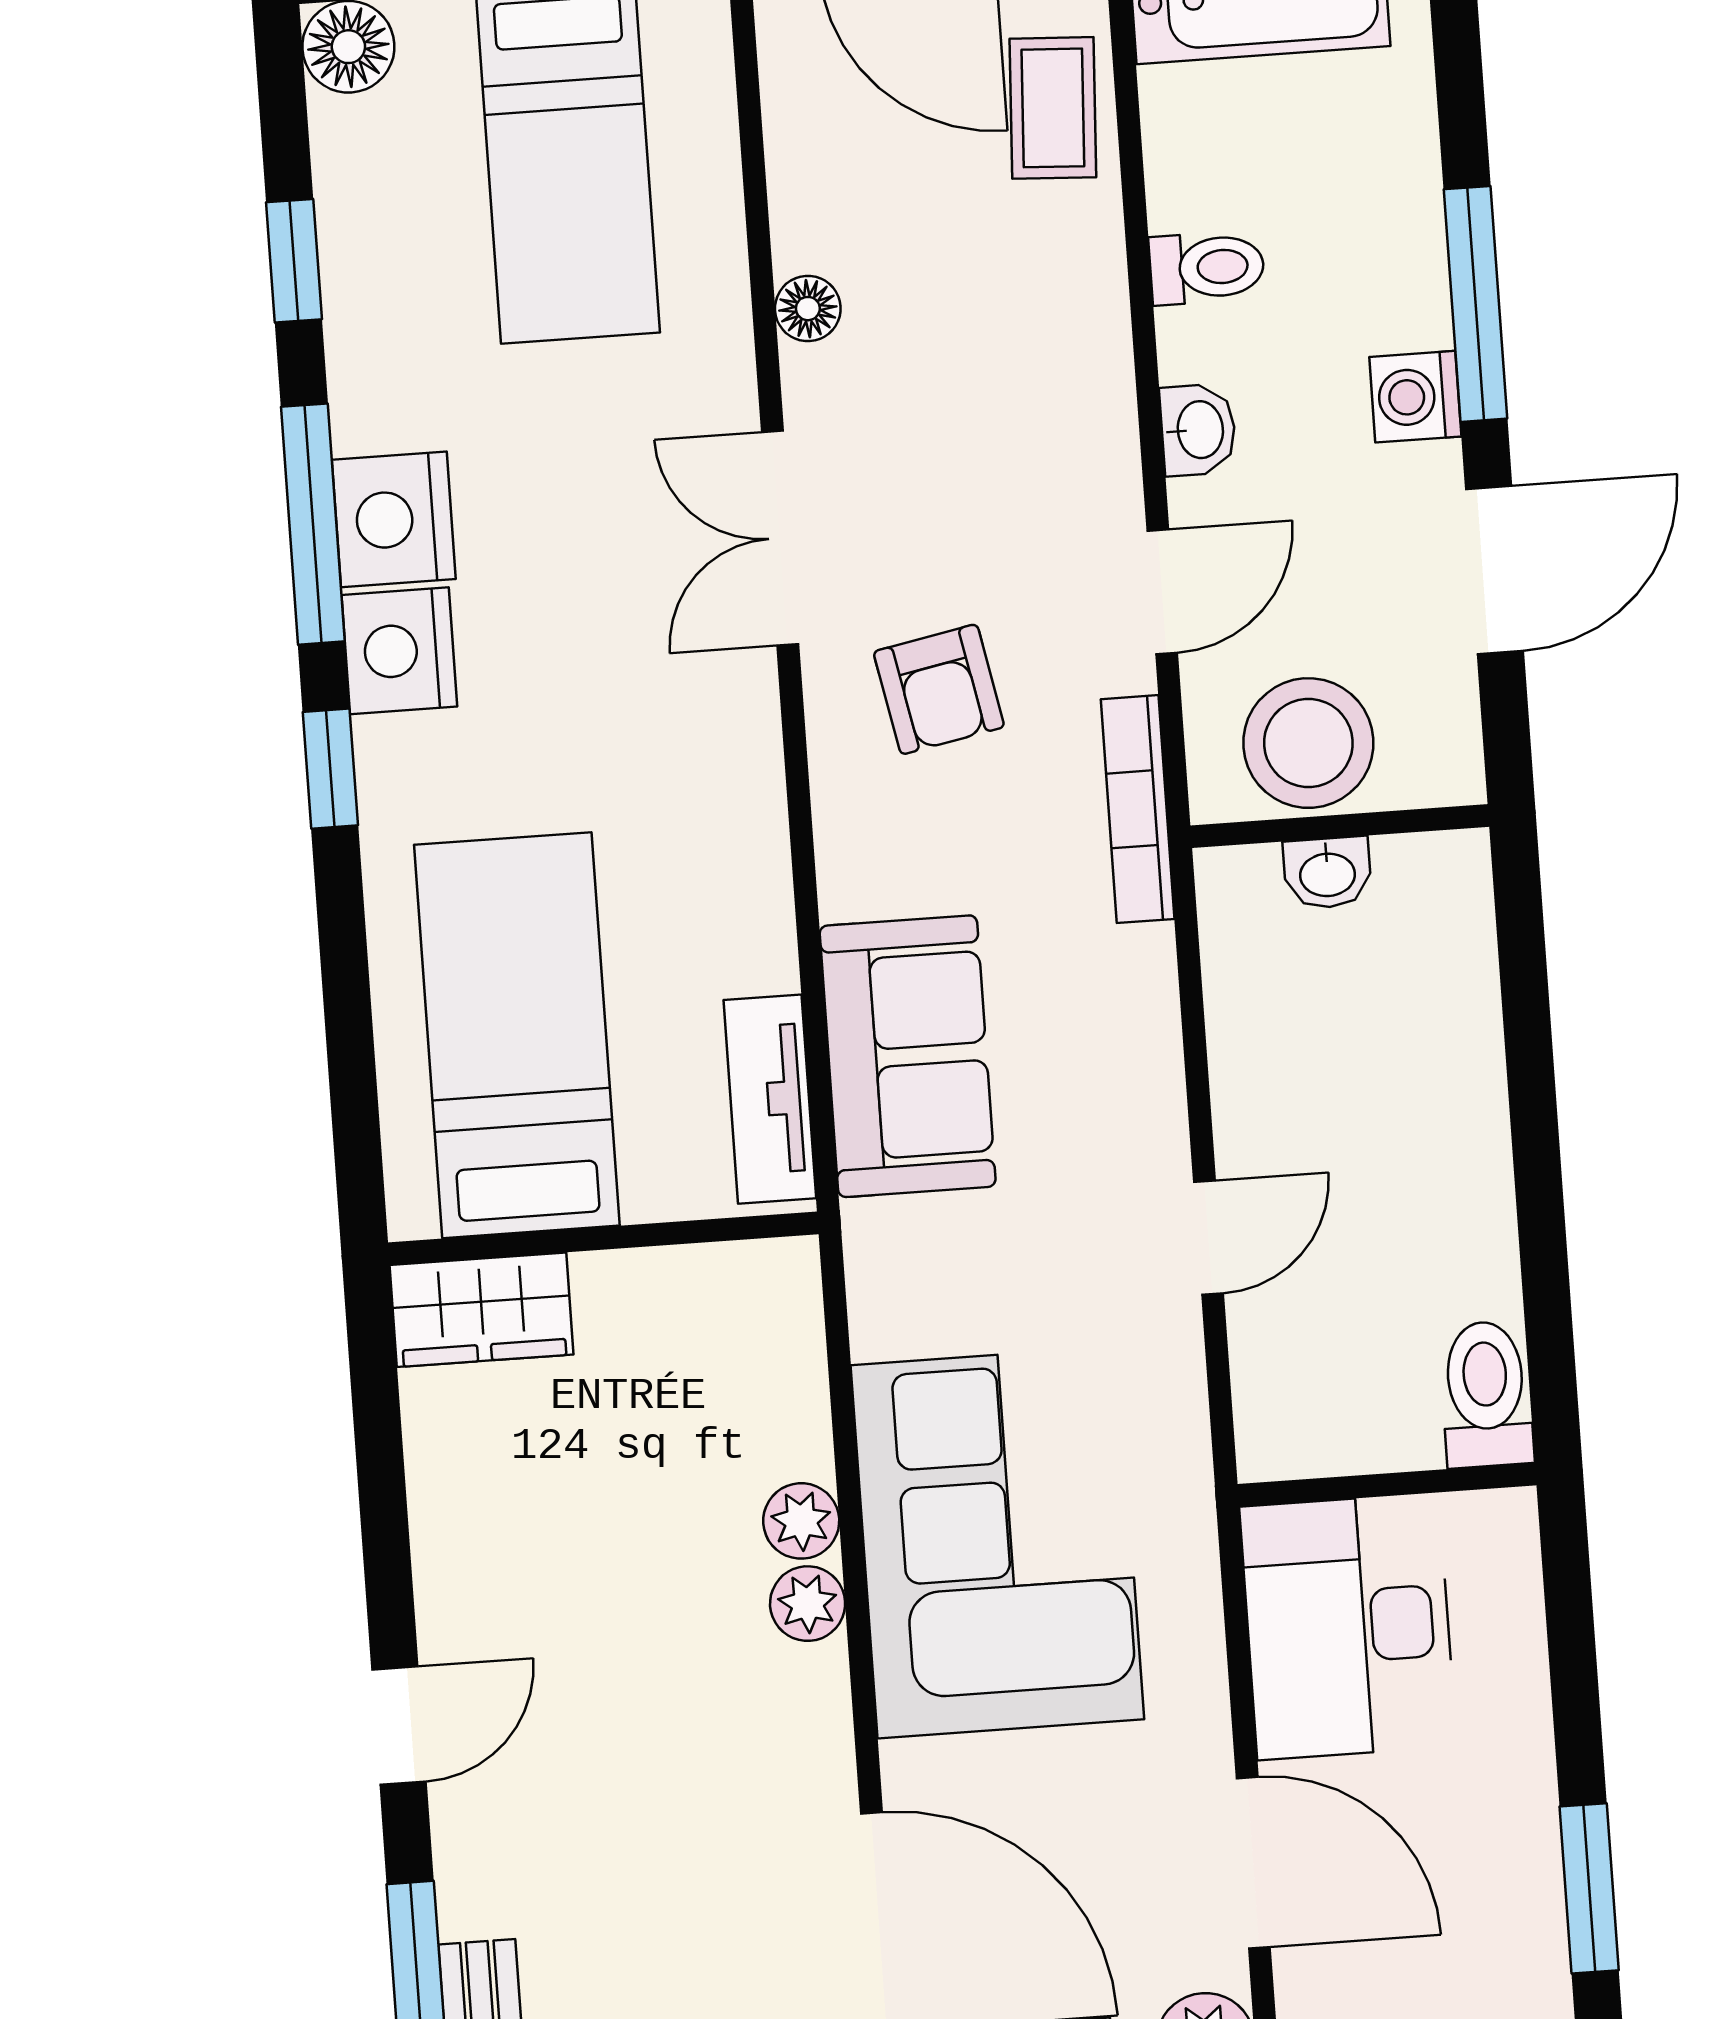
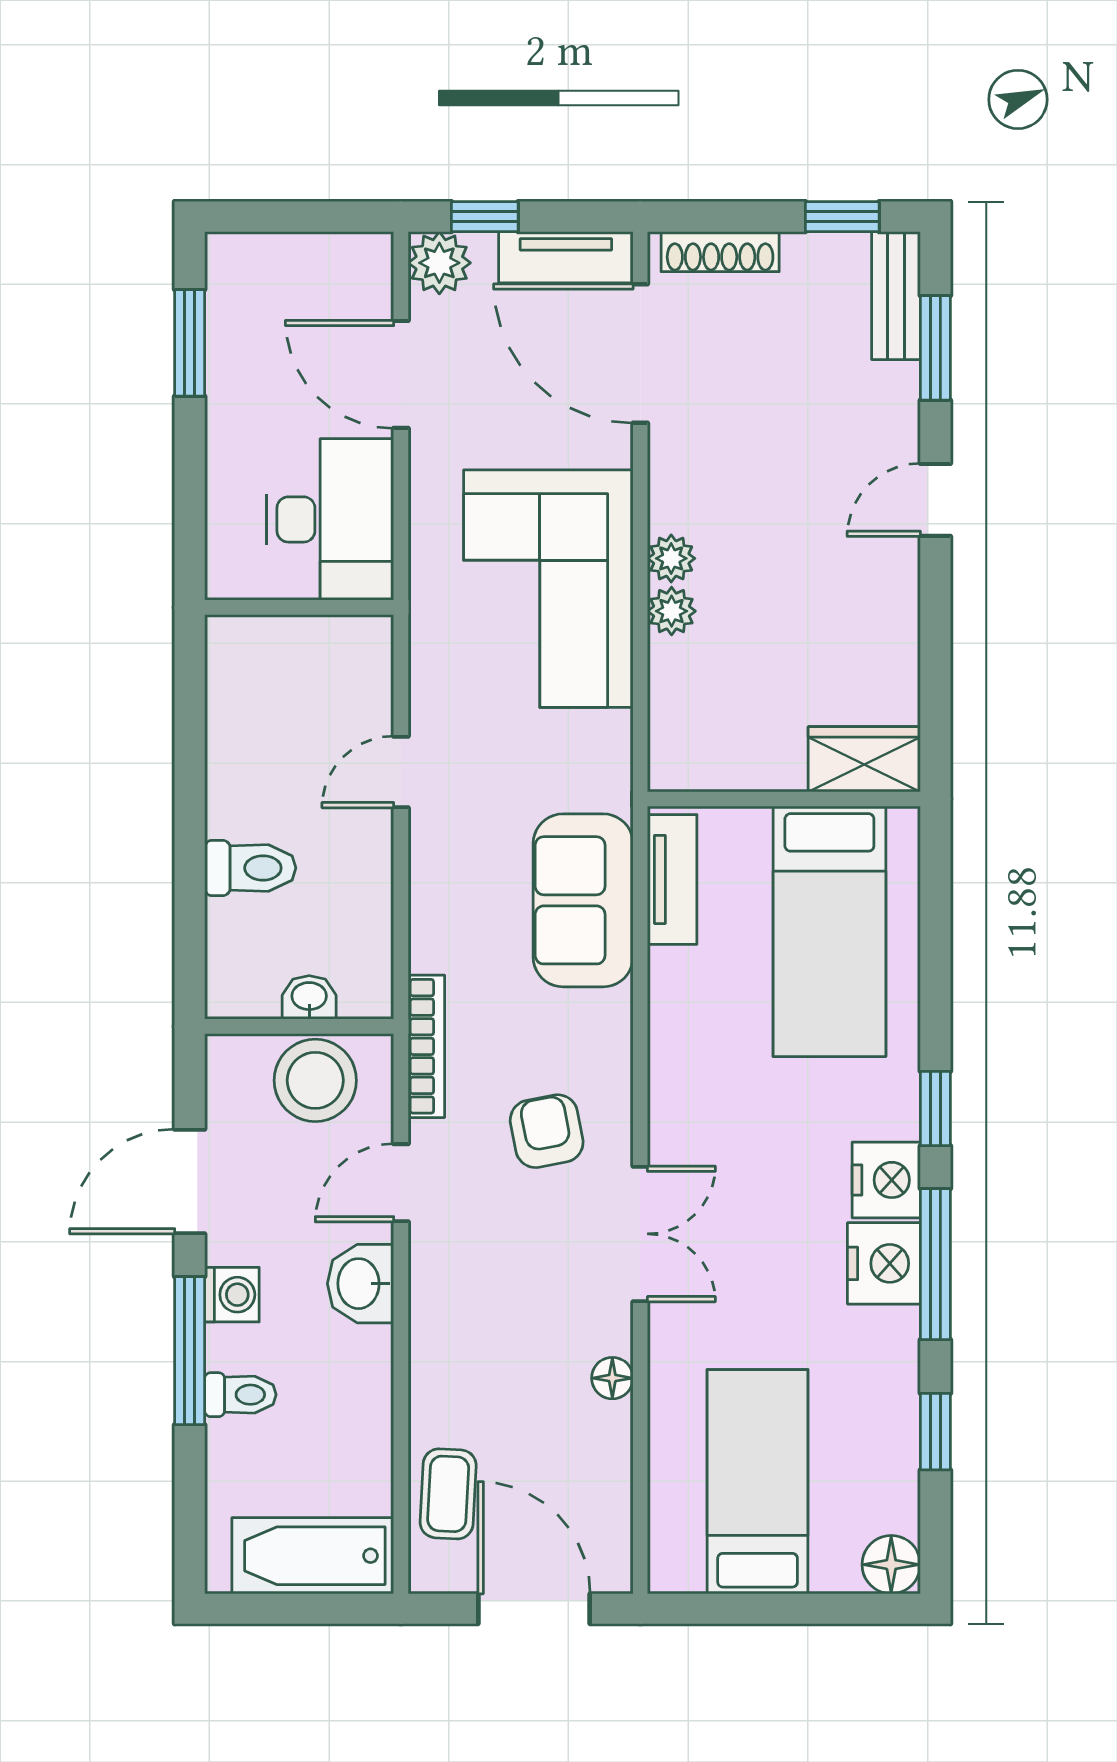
toilet: (1207, 268) -> (240, 1395), moved, turned 180
washbasin: (1198, 430) -> (361, 1284), width x1.38, depth x1.45
toilet: (1486, 1394) -> (250, 868), moved, turned -90

